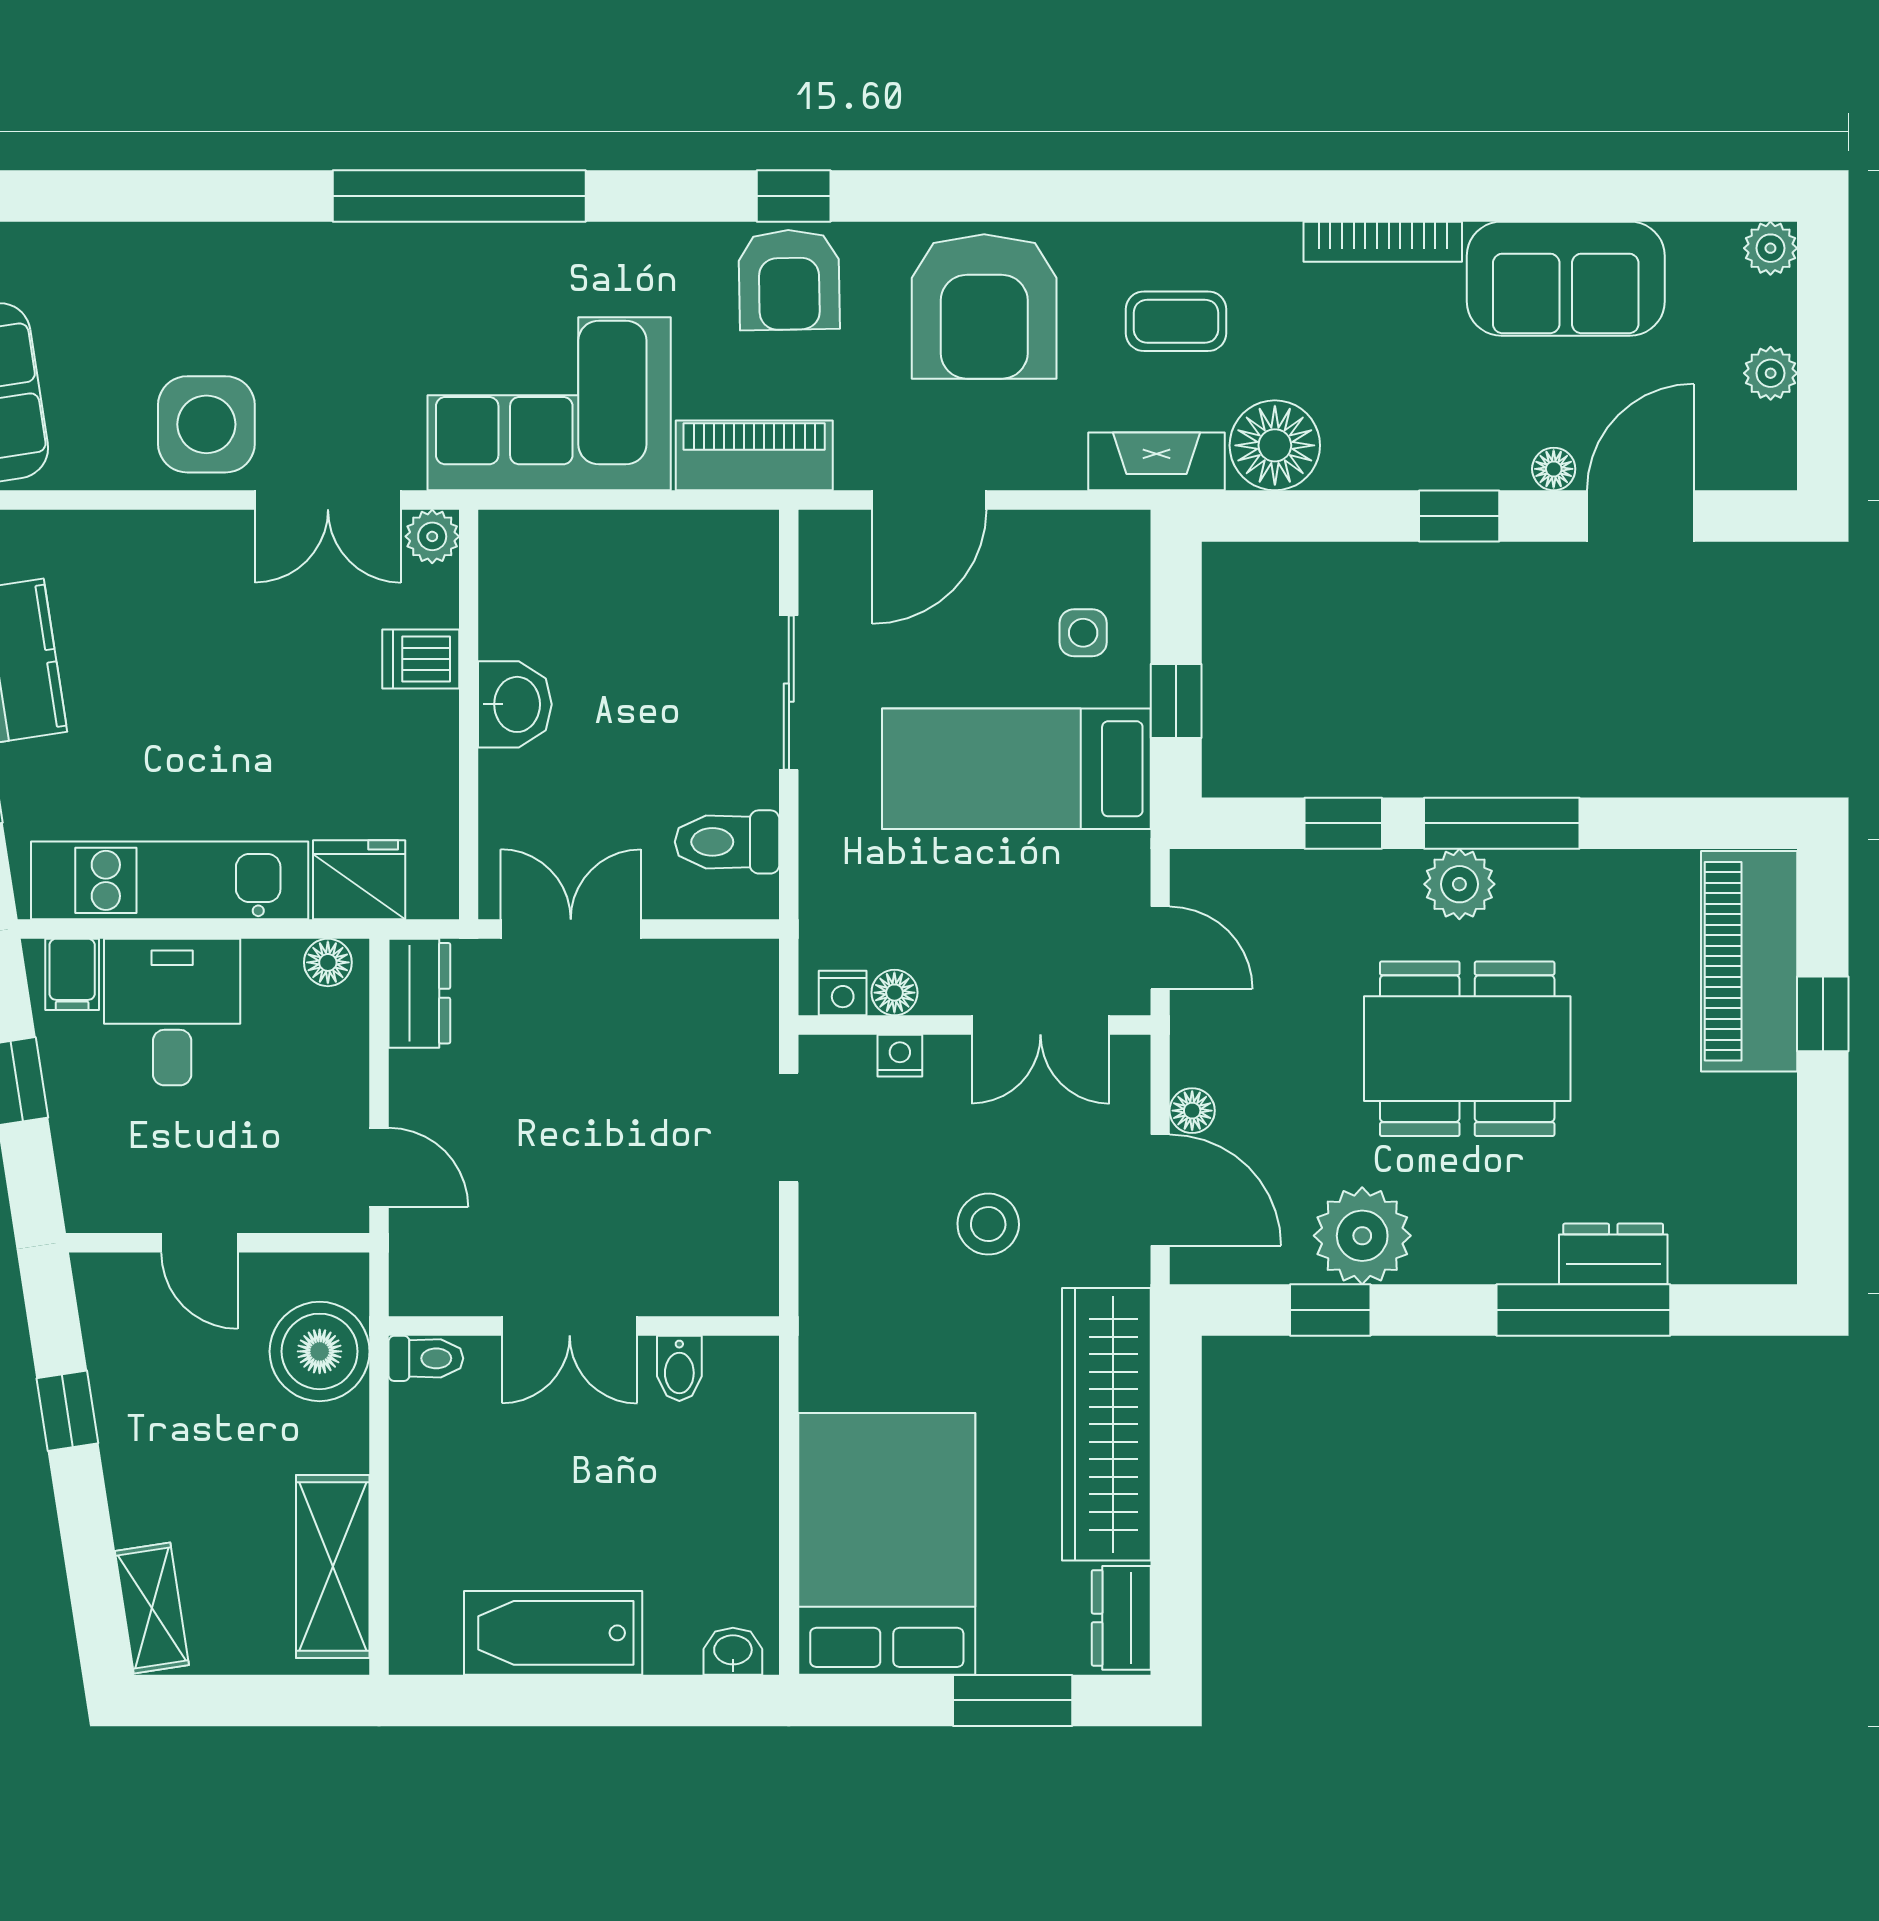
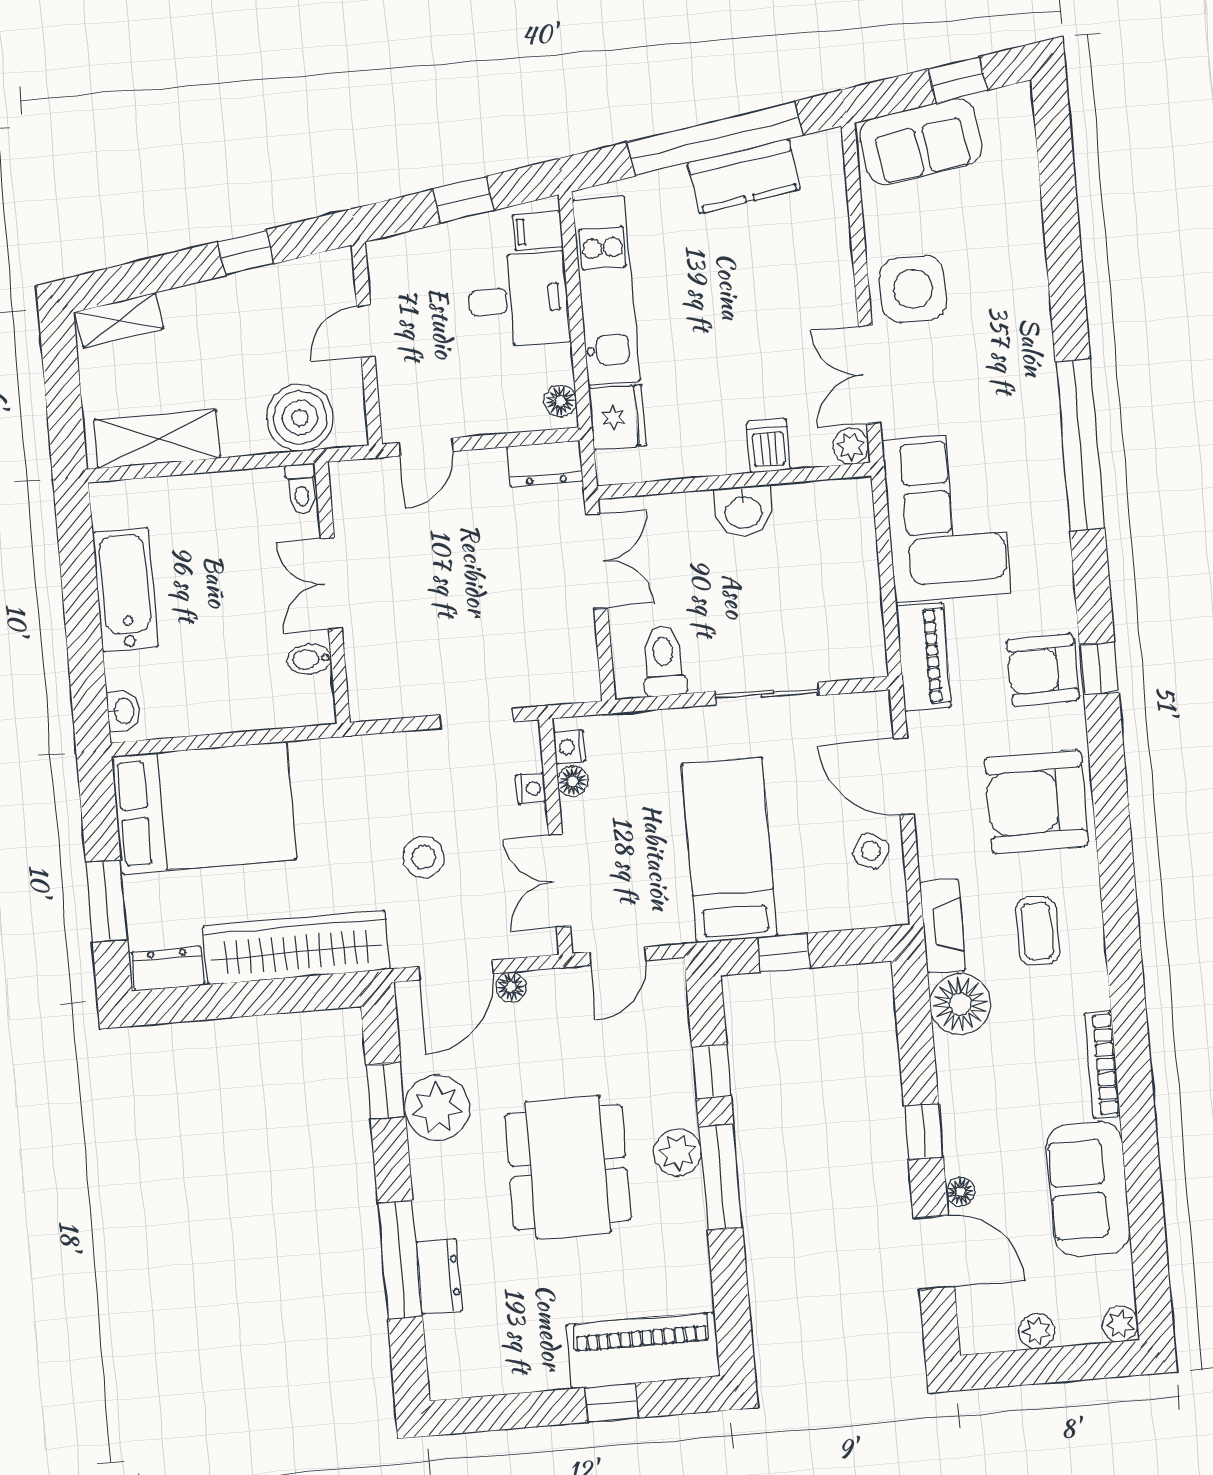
side table: (1083, 633) -> (871, 851), moved, turned 33

